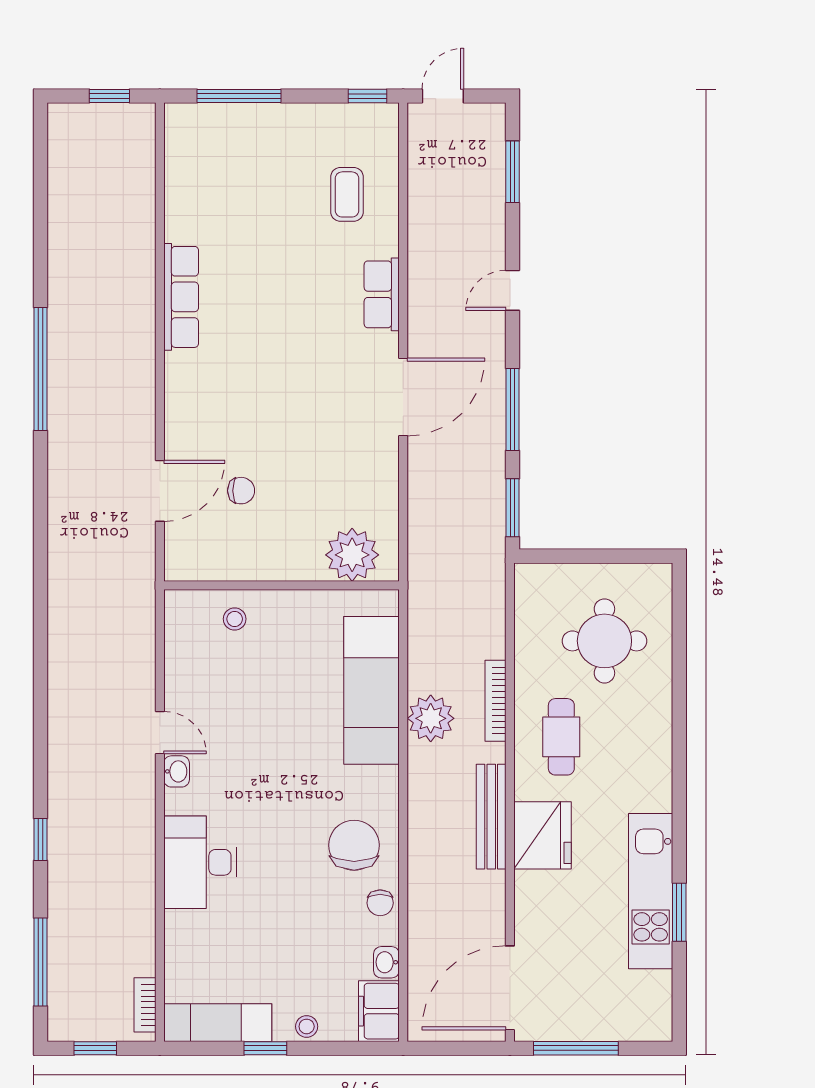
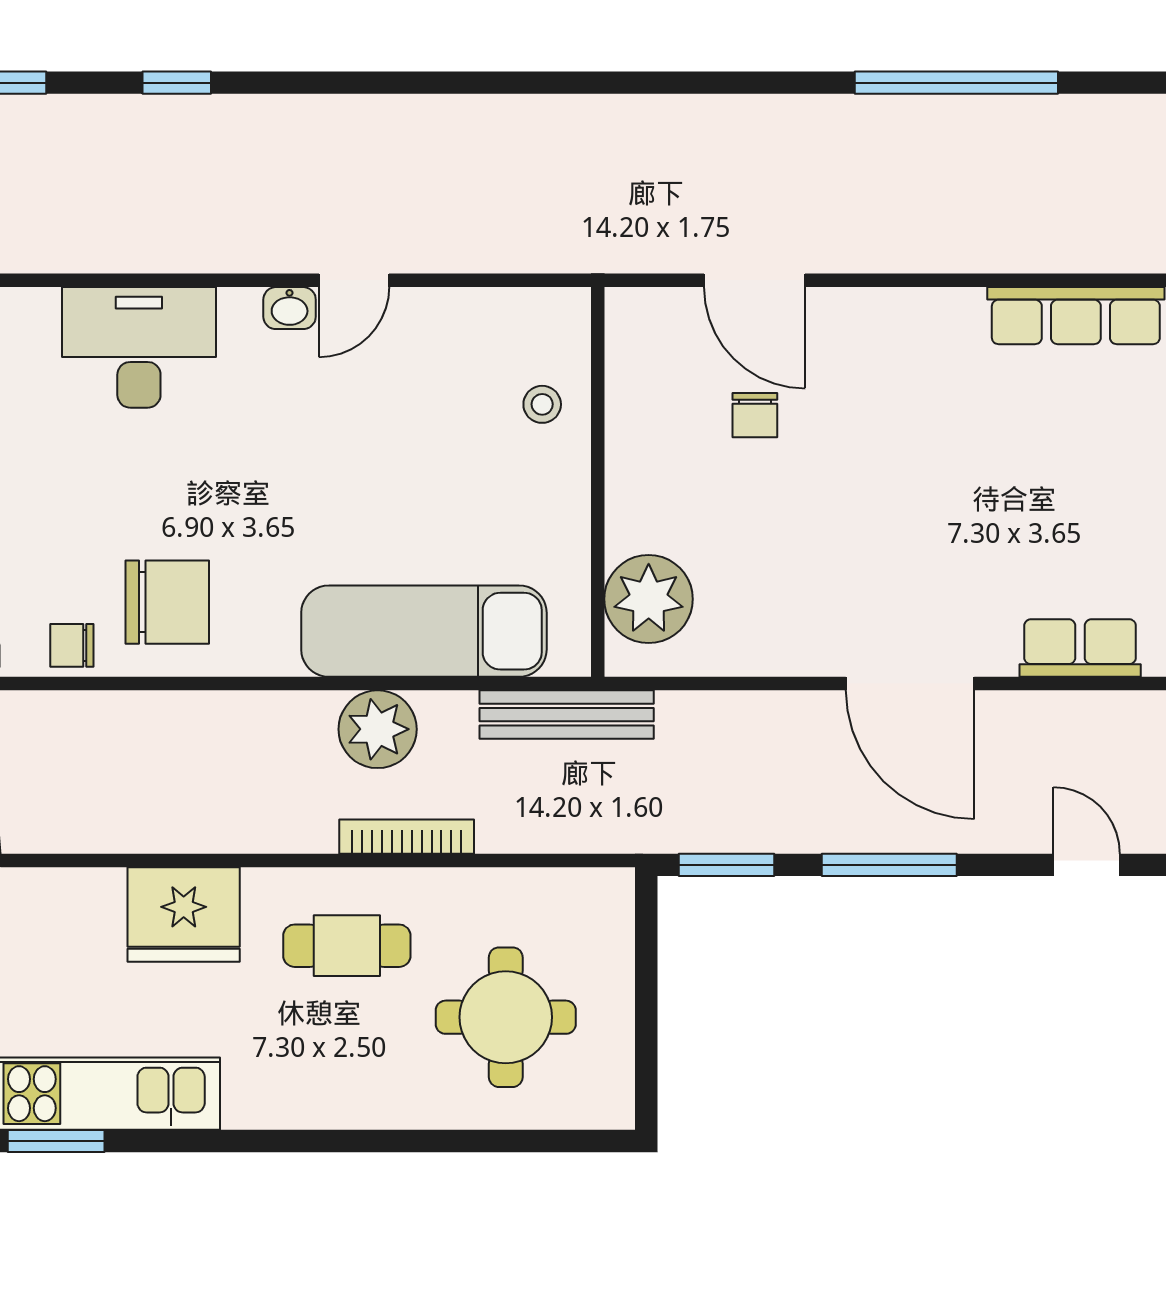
bench: (491, 817) -> (567, 715), moved

